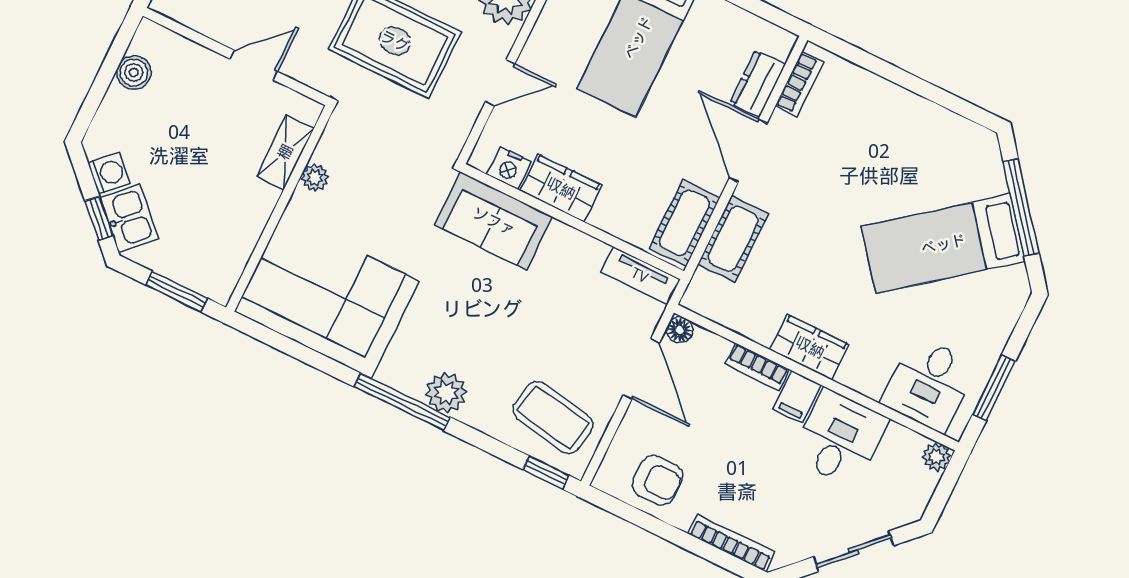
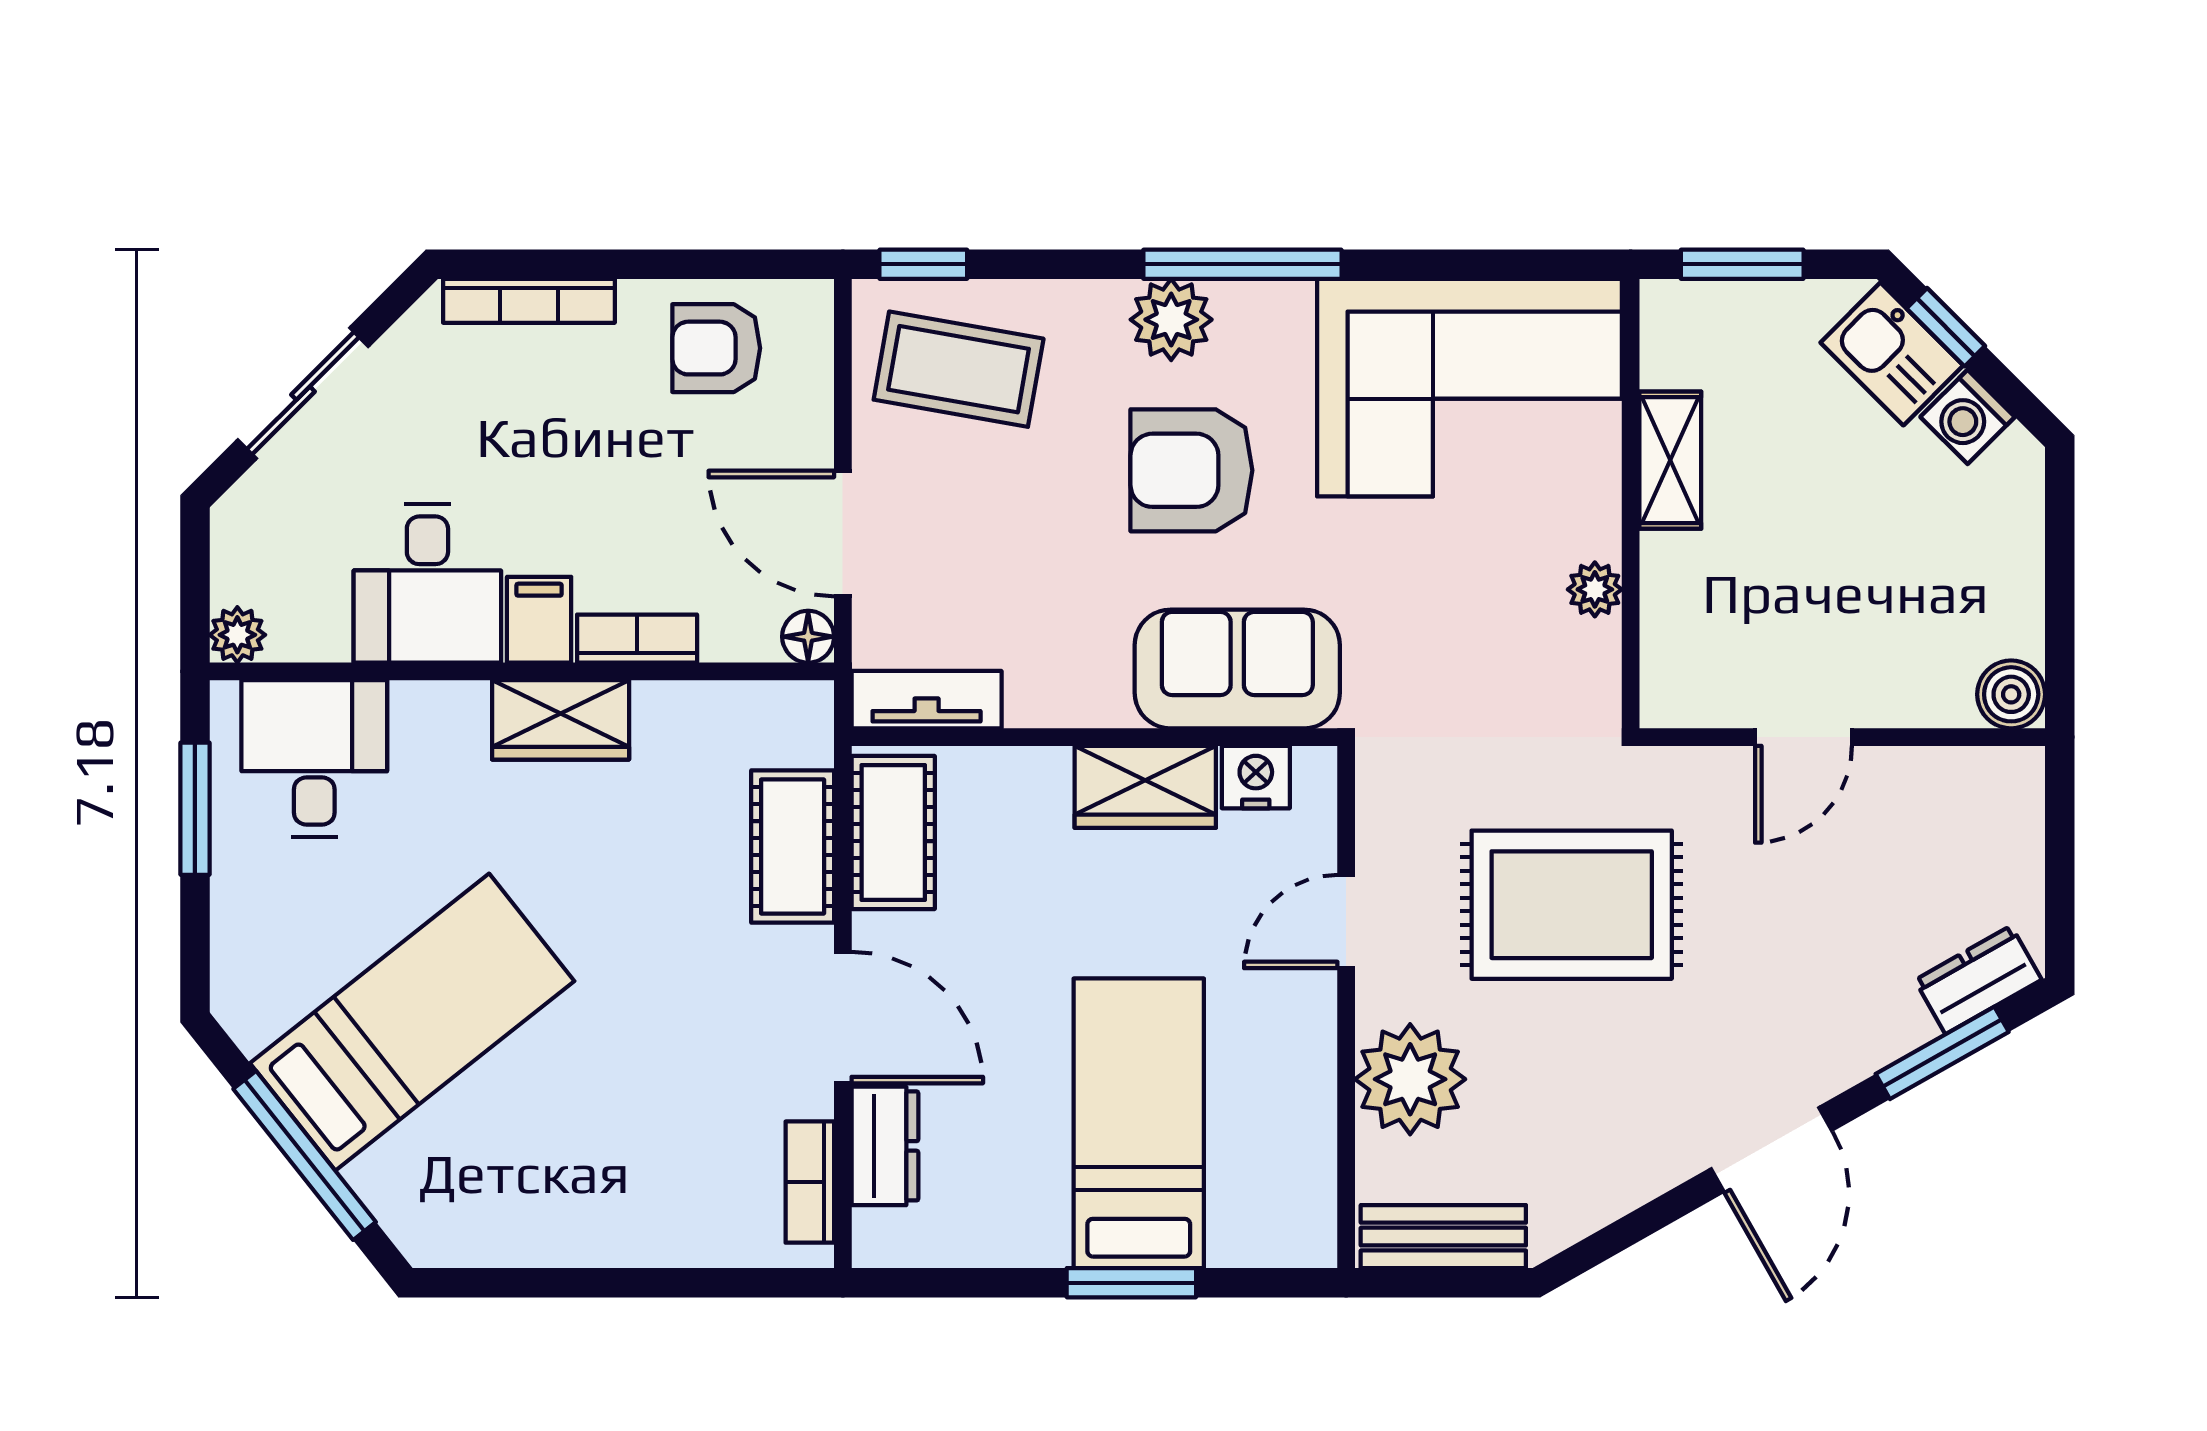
boiler: (134, 72) -> (2011, 694), moved
shelving: (285, 152) -> (1670, 460), moved
armchair: (470, 320) -> (1191, 470), added

